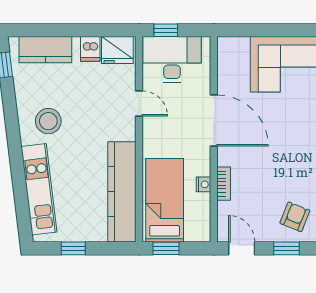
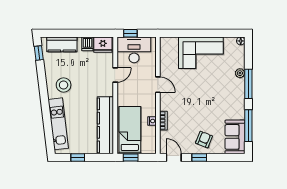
door: (139, 104) -> (115, 75), hinge flipped
door: (214, 121) -> (158, 85), width x0.53

